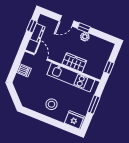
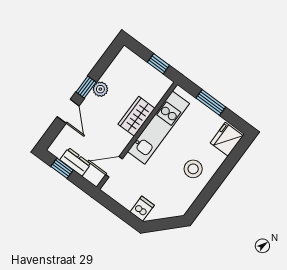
dishwasher: (24, 70) -> (142, 209), moved

